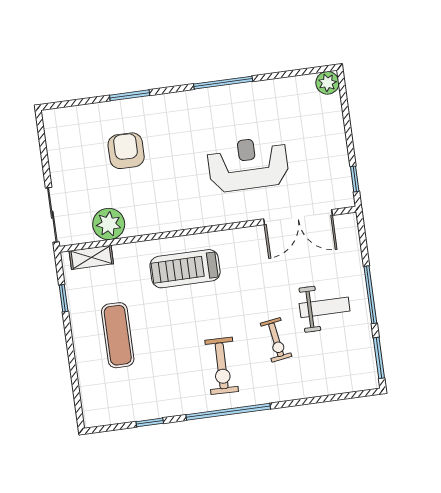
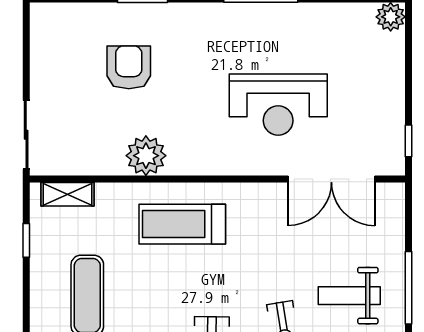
reception desk: (248, 164) -> (278, 105), turned 180
plant: (109, 224) -> (146, 156), moved
weight bench: (325, 307) -> (349, 296), turned 180

